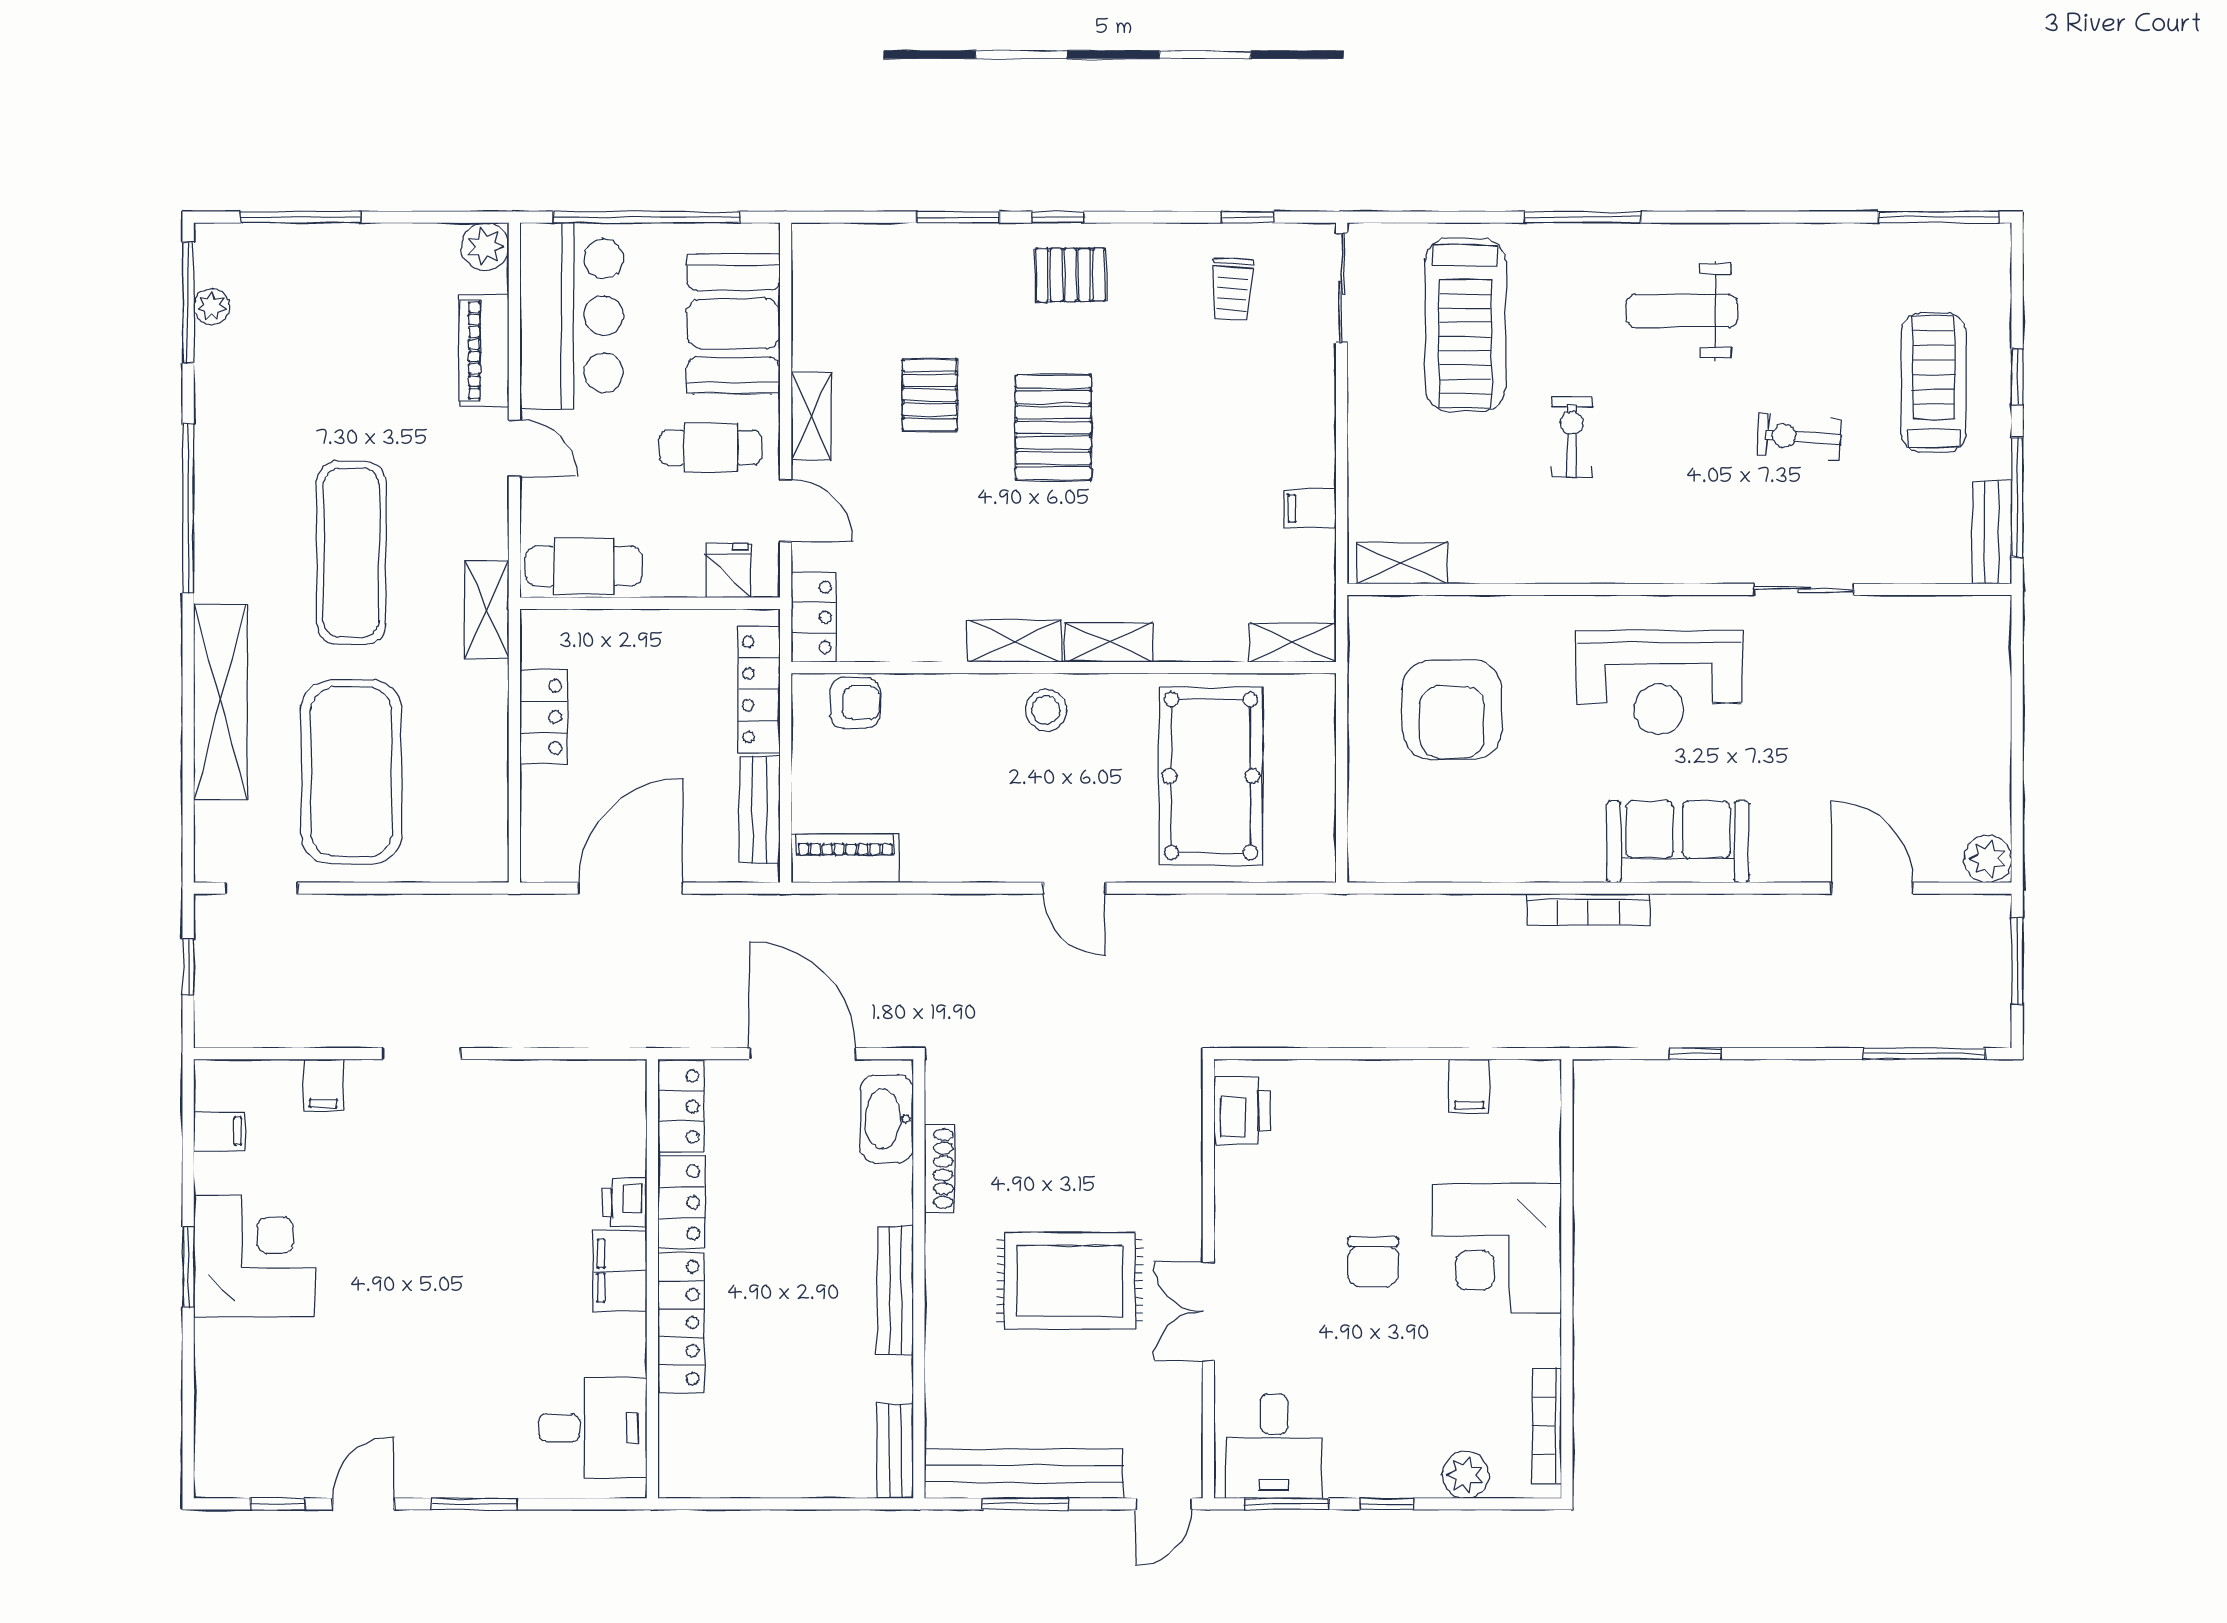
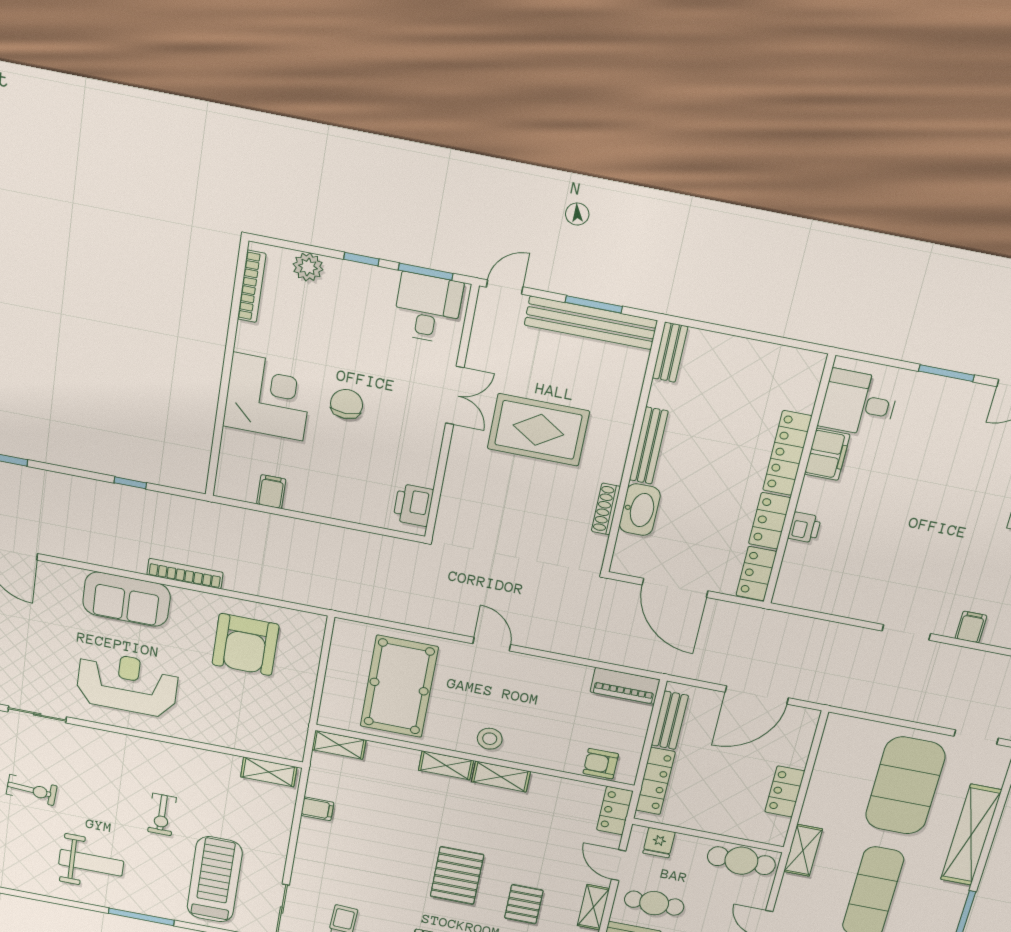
armchair: (1452, 710) -> (245, 645), moved, turned 180
washbasin: (887, 1119) -> (640, 510), moved
filing cabinet: (620, 1271) -> (827, 454), moved

